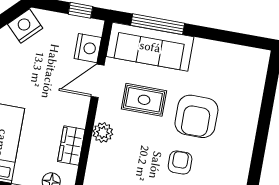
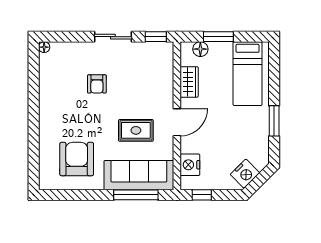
door: (98, 81) -> (177, 122), moved
armchair: (196, 116) -> (77, 159), moved
plant: (103, 132) -> (165, 97), removed

